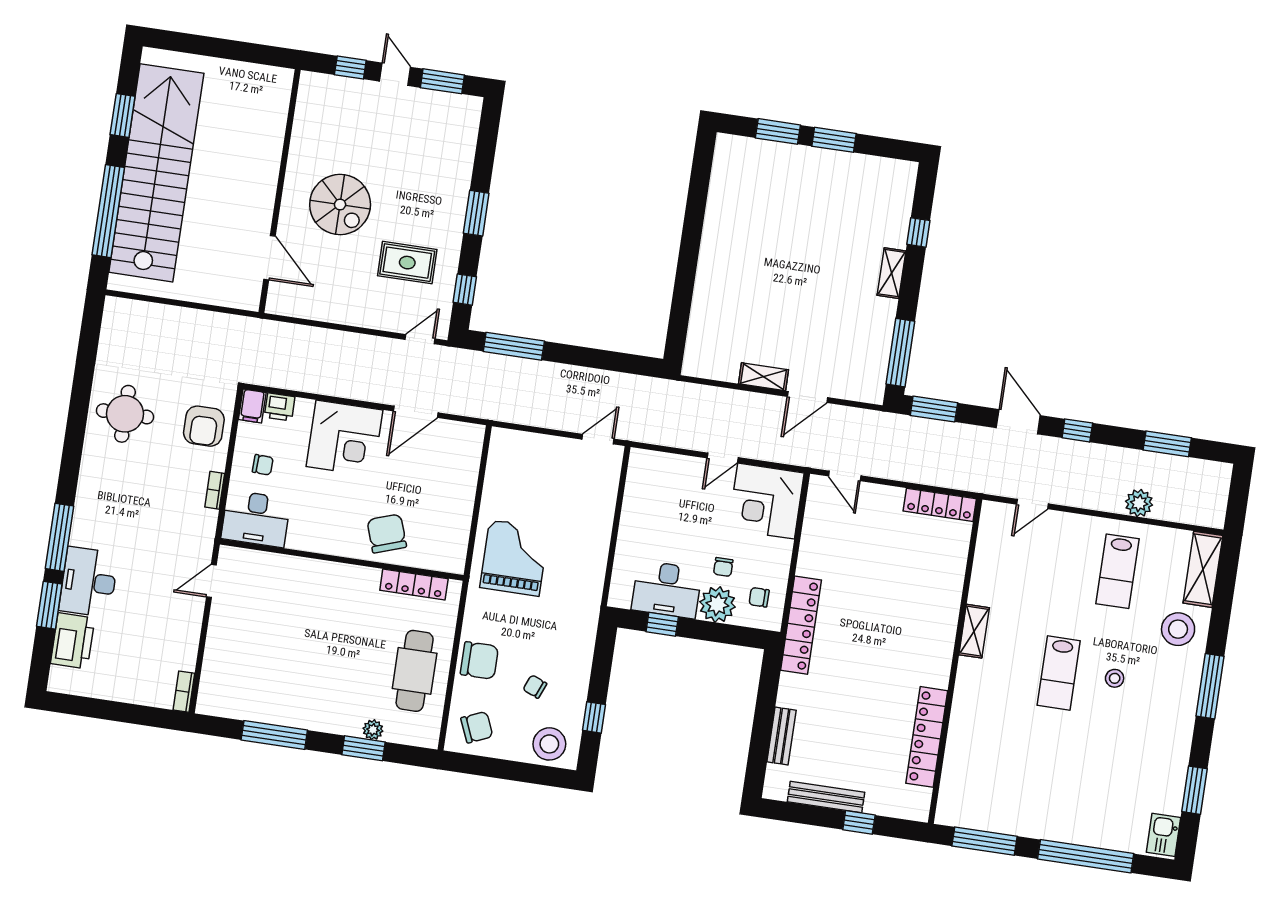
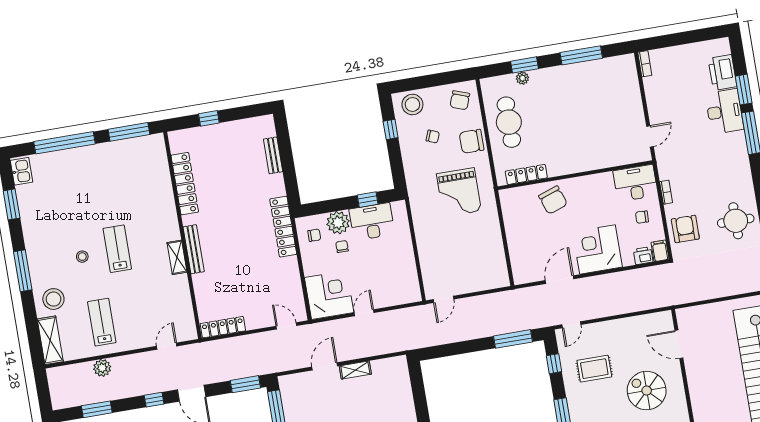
grand piano: (514, 558) -> (459, 192), moved
chair: (477, 727) -> (460, 100), turned -47
bench: (826, 797) -> (194, 249), moved, turned 90

